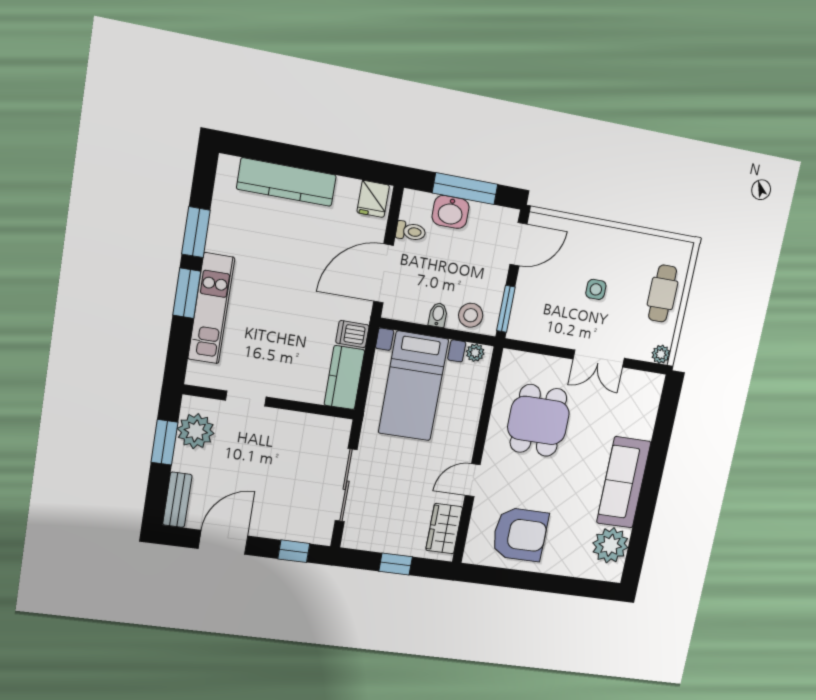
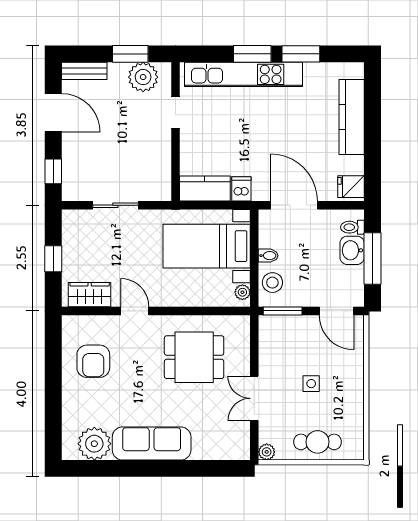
toilet: (411, 231) -> (352, 227), moved, turned 90
kitchen unit: (211, 308) -> (244, 74), width x1.36
sliding door: (346, 485) -> (115, 205), width x0.73
armchair: (520, 534) -> (93, 361), width x0.73, depth x0.73

